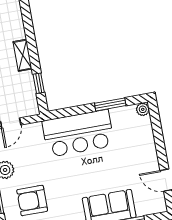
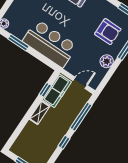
freezer: (26, 93) -> (57, 91), added

